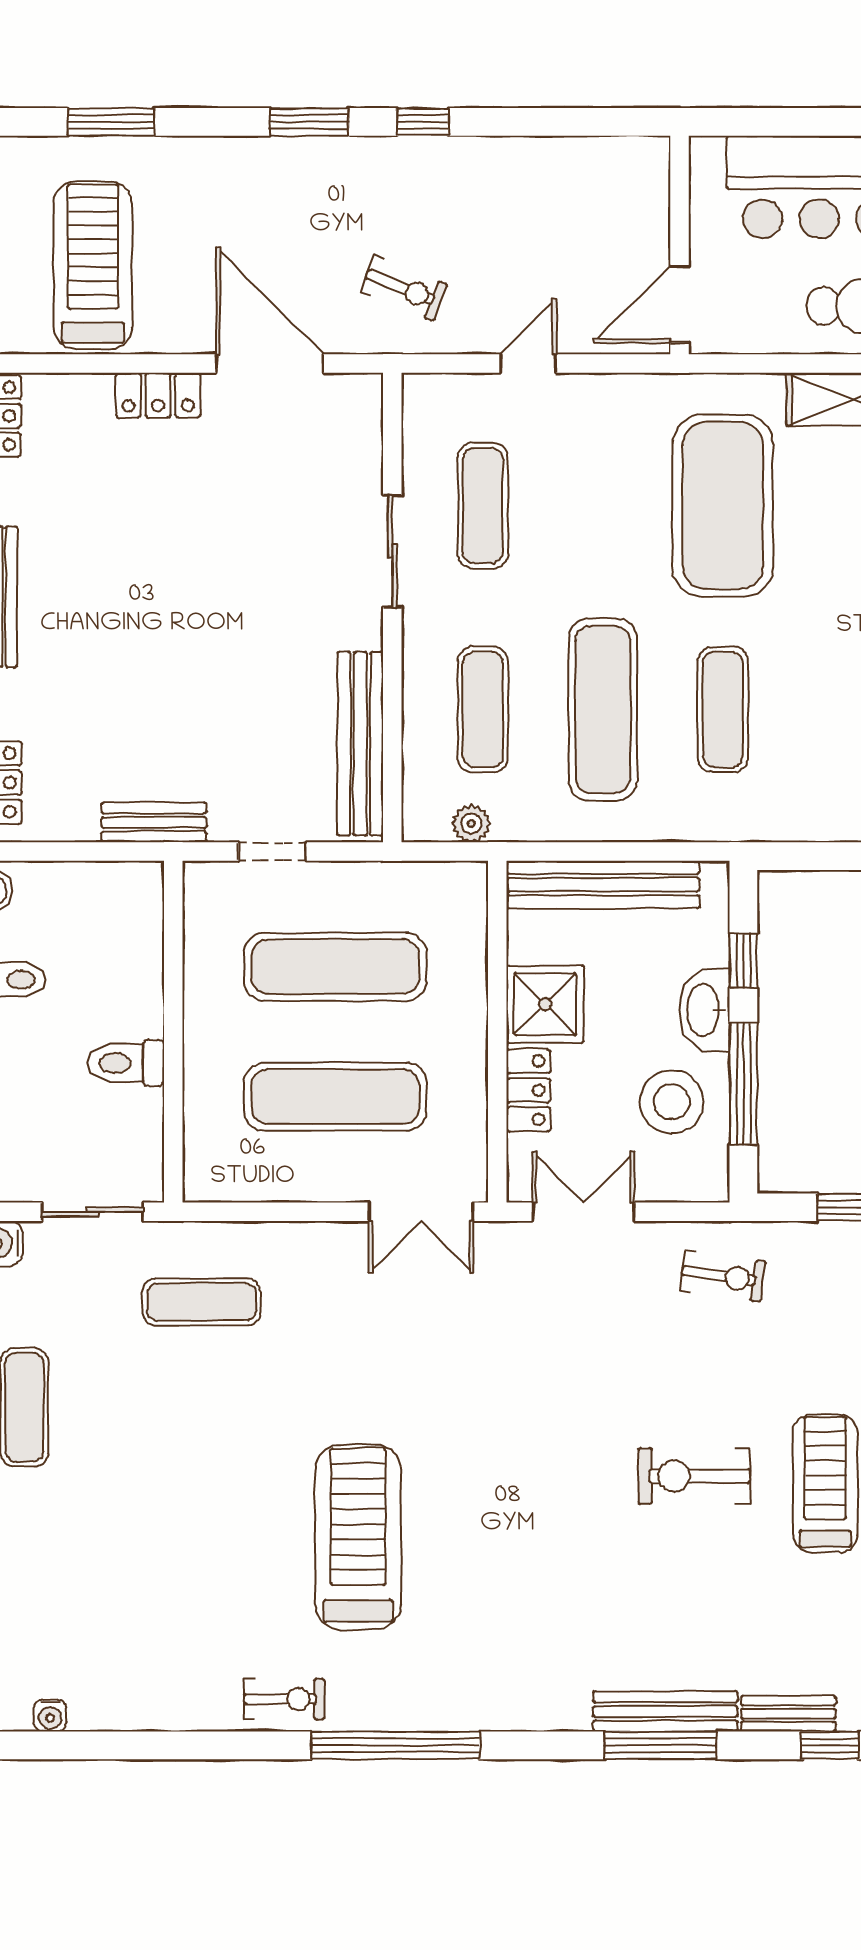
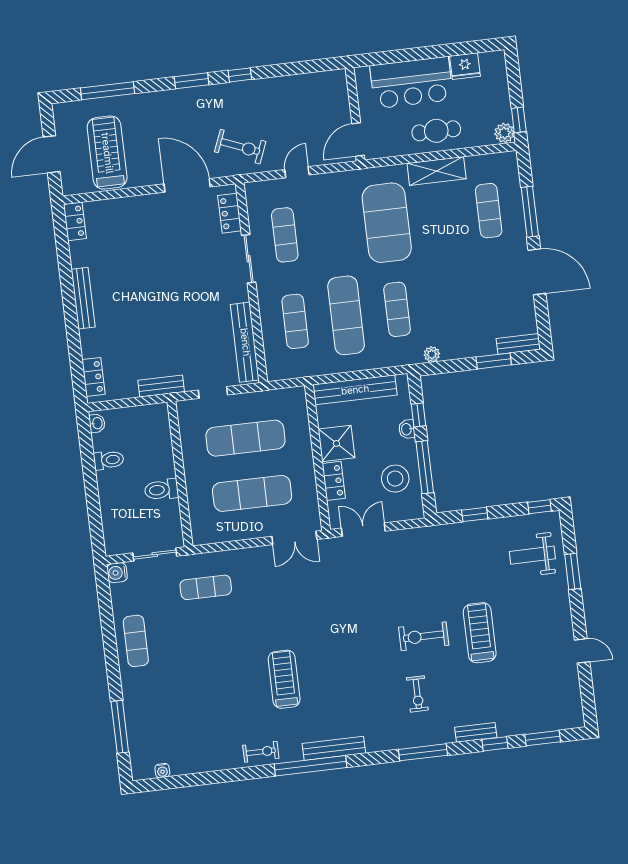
window: (111, 122) -> (108, 91), width x1.44
exercise bike: (404, 288) -> (240, 147), width x1.38, depth x1.39
locker: (158, 395) -> (230, 213), moved, turned 90
plant: (471, 824) -> (432, 354), moved
washbasin: (705, 1010) -> (407, 429), width x0.52, depth x0.69
exercise bike: (723, 1276) -> (417, 694), moved, turned 82
treadmill: (358, 1537) -> (284, 679), width x0.73, depth x0.73
bench: (665, 1712) -> (334, 748), moved

